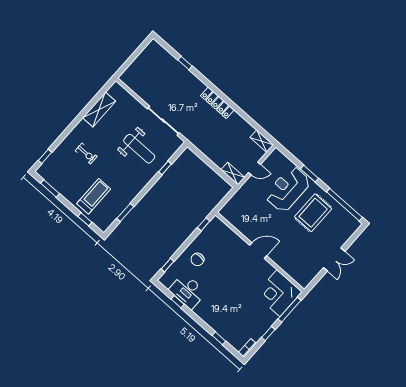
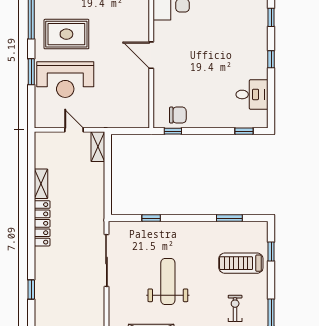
shelving: (262, 141) -> (41, 184), moved
weight bench: (139, 149) -> (168, 281), moved
exercise bike: (86, 154) -> (235, 308), moved
chair: (197, 259) -> (178, 115), moved
desk: (188, 291) -> (252, 94), width x0.73
window: (178, 302) -> (271, 59), moved

